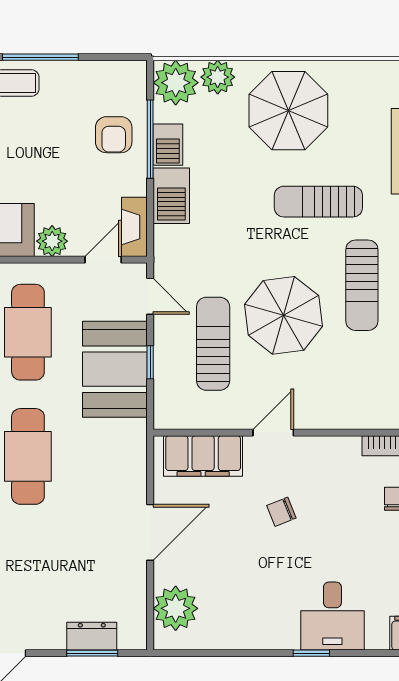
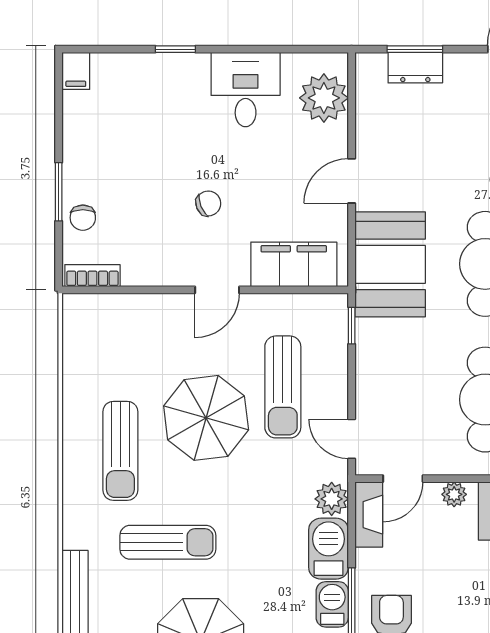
plant: (52, 241) -> (454, 494), width x0.73, depth x0.73
plant: (168, 241) -> (332, 499), added
sun lounger: (362, 285) -> (120, 451), turned 180
window: (150, 362) -> (352, 326), moved
booth: (115, 369) -> (390, 264), moved
door: (150, 532) -> (352, 181), width x0.73
desk: (332, 616) -> (246, 90), moved

